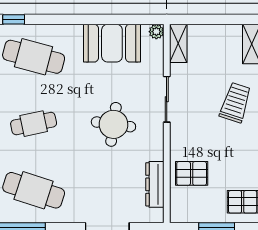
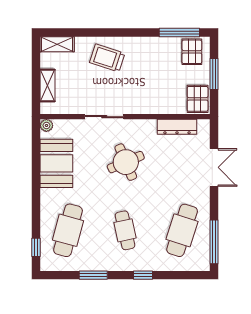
shelving: (178, 43) -> (47, 85), moved, turned 90
round table: (113, 124) -> (126, 162), turned -31
pallet: (192, 173) -> (198, 99), moved

